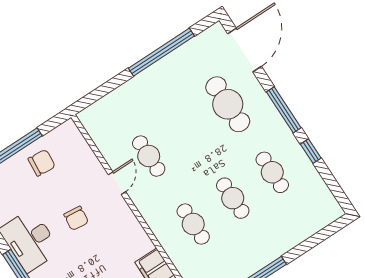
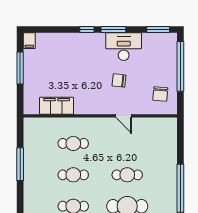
cafe table: (149, 156) -> (127, 175), moved
chair: (42, 163) -> (160, 94), moved

